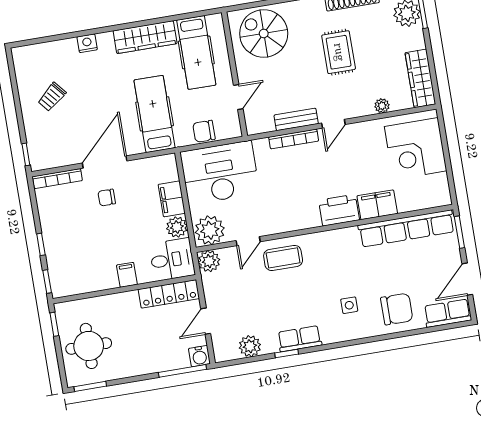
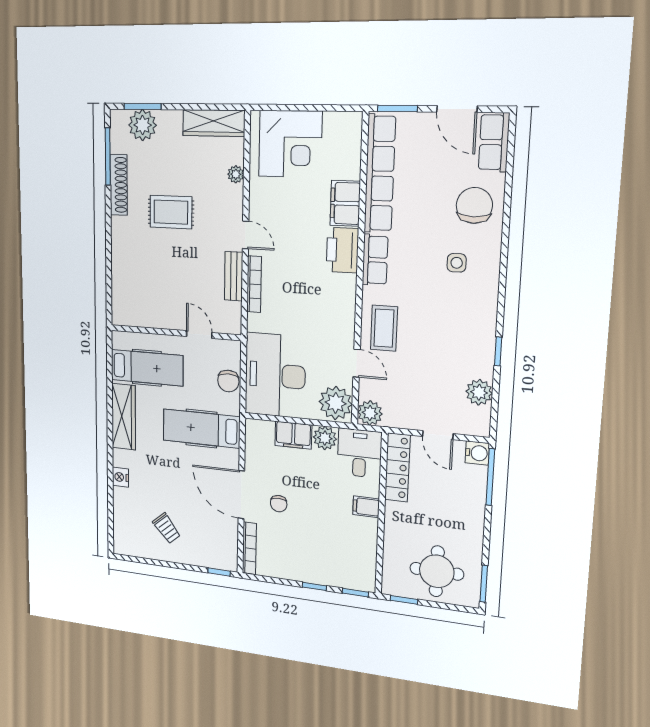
spiral stairs: (264, 33) -> (139, 291), removed
row of seats: (300, 339) -> (375, 260), moved, turned 180

